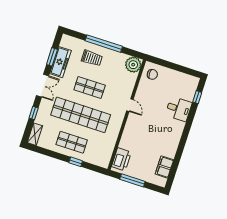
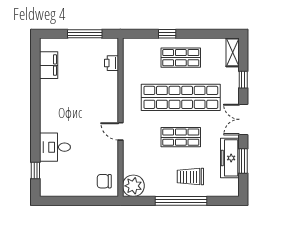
printer: (121, 159) -> (112, 63), width x0.53, depth x0.68

